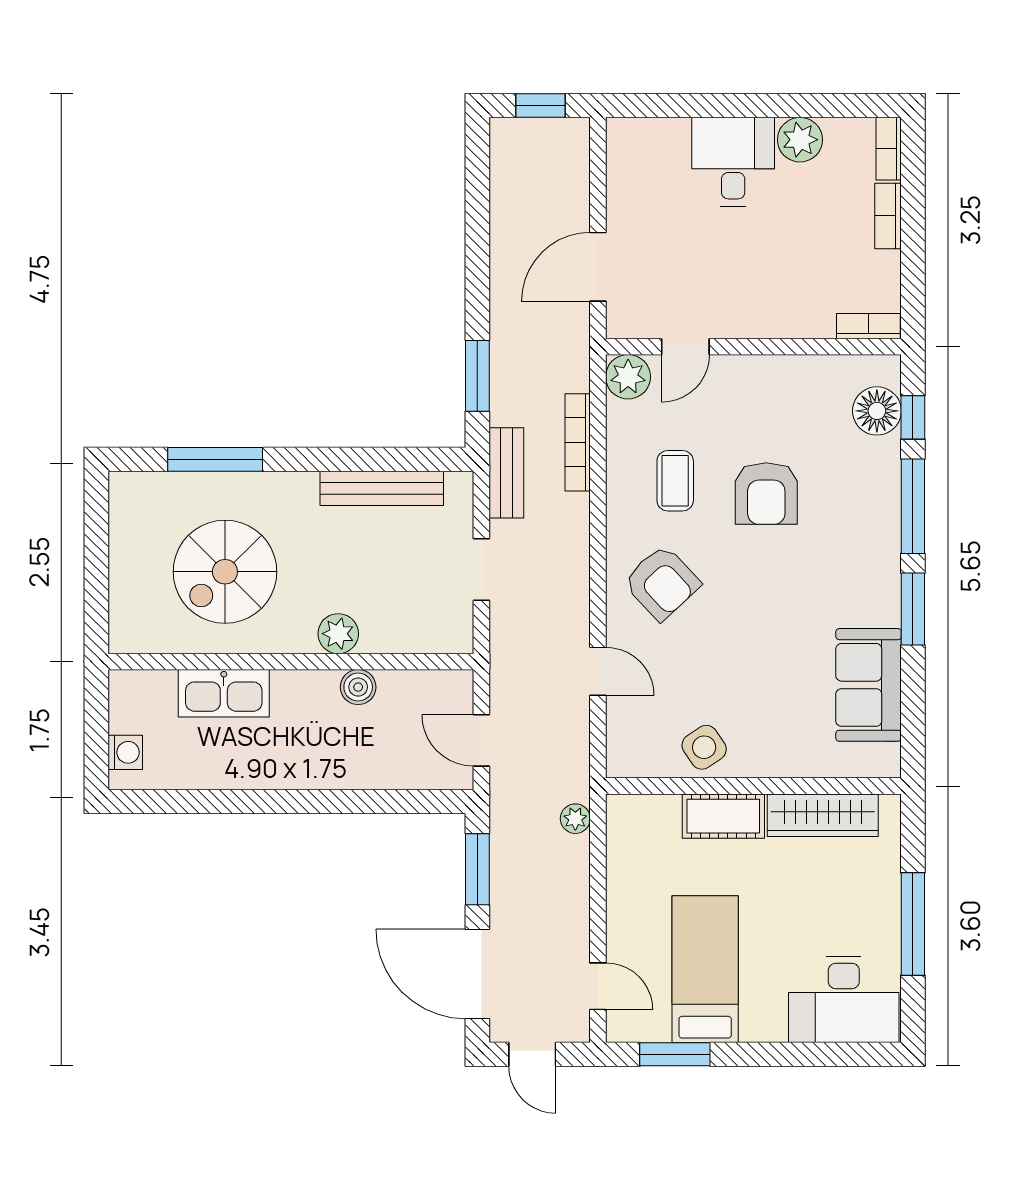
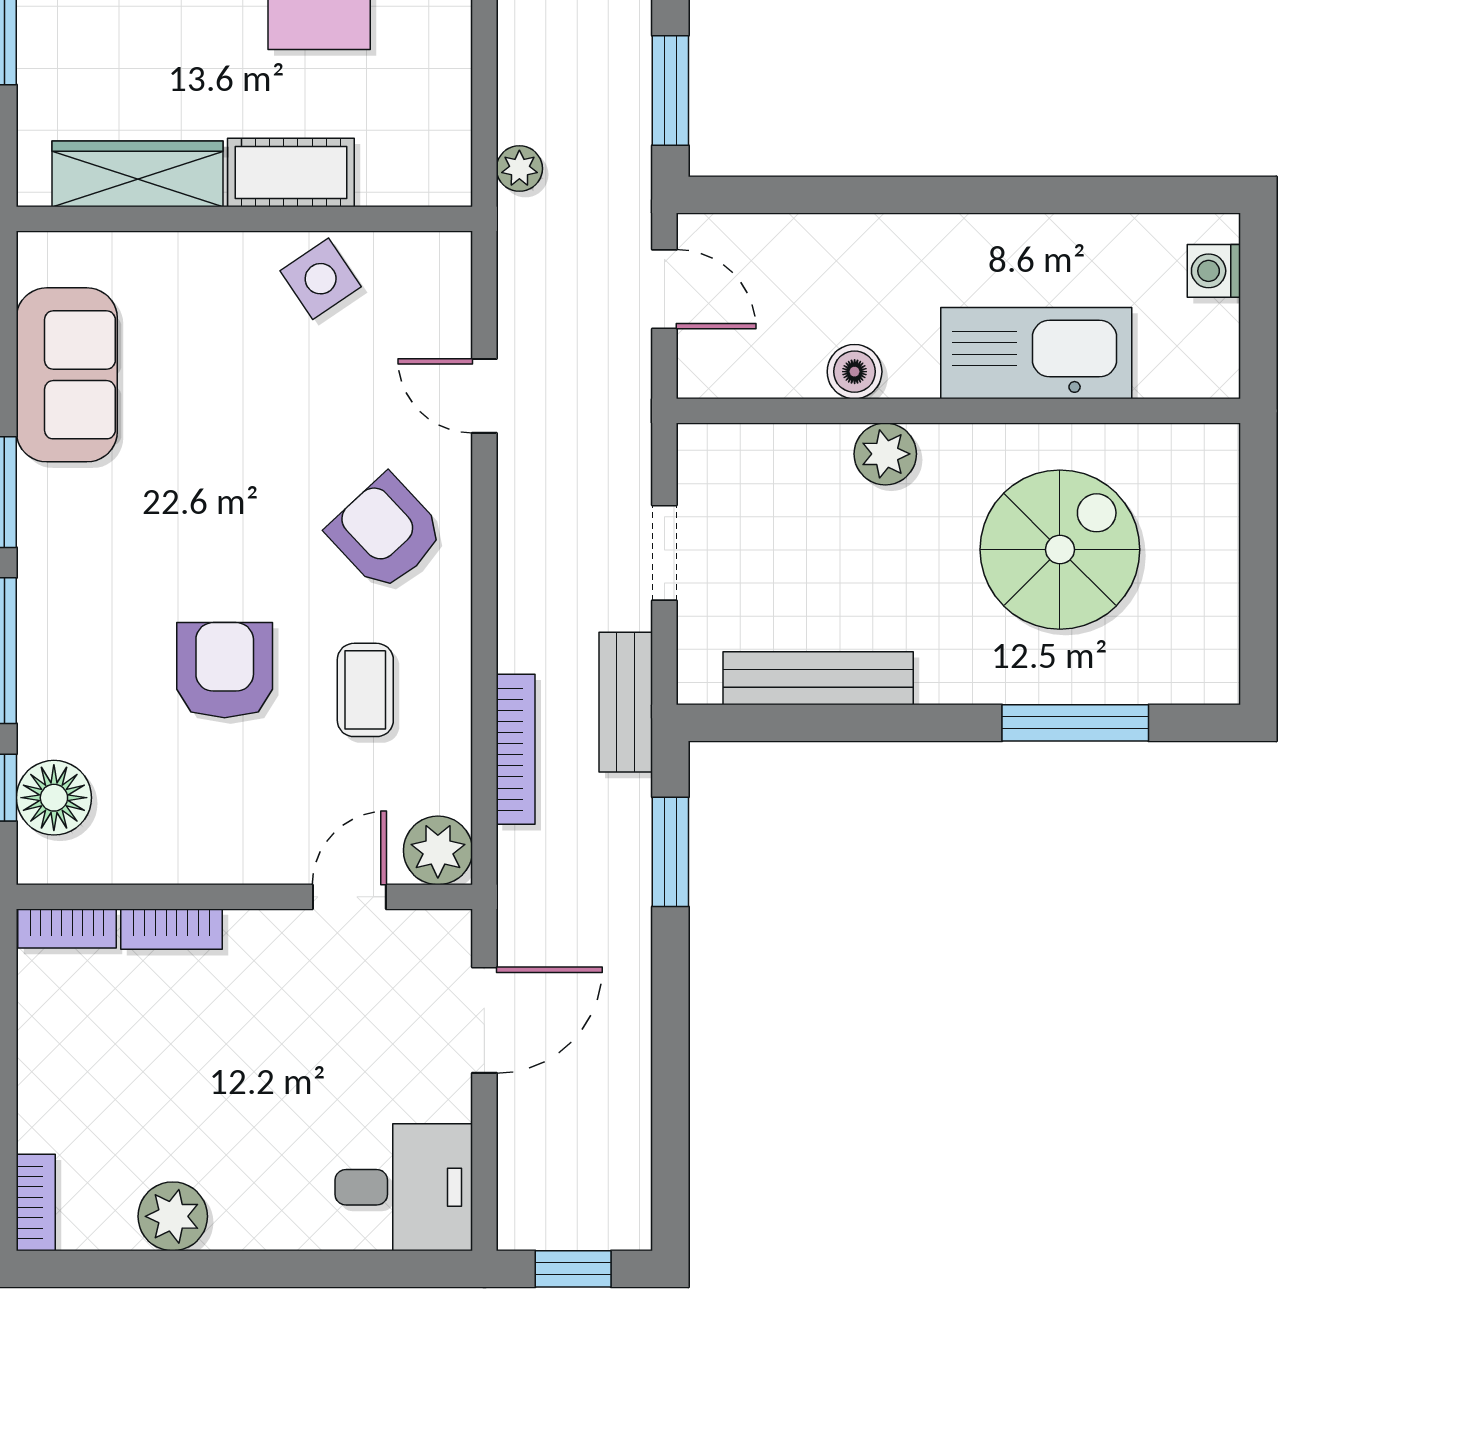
desk: (733, 162) -> (404, 1187), moved, turned -90
bookcase: (888, 216) -> (172, 929), moved, turned 90
kitchen sink: (224, 693) -> (1036, 353), width x1.36, depth x1.24

